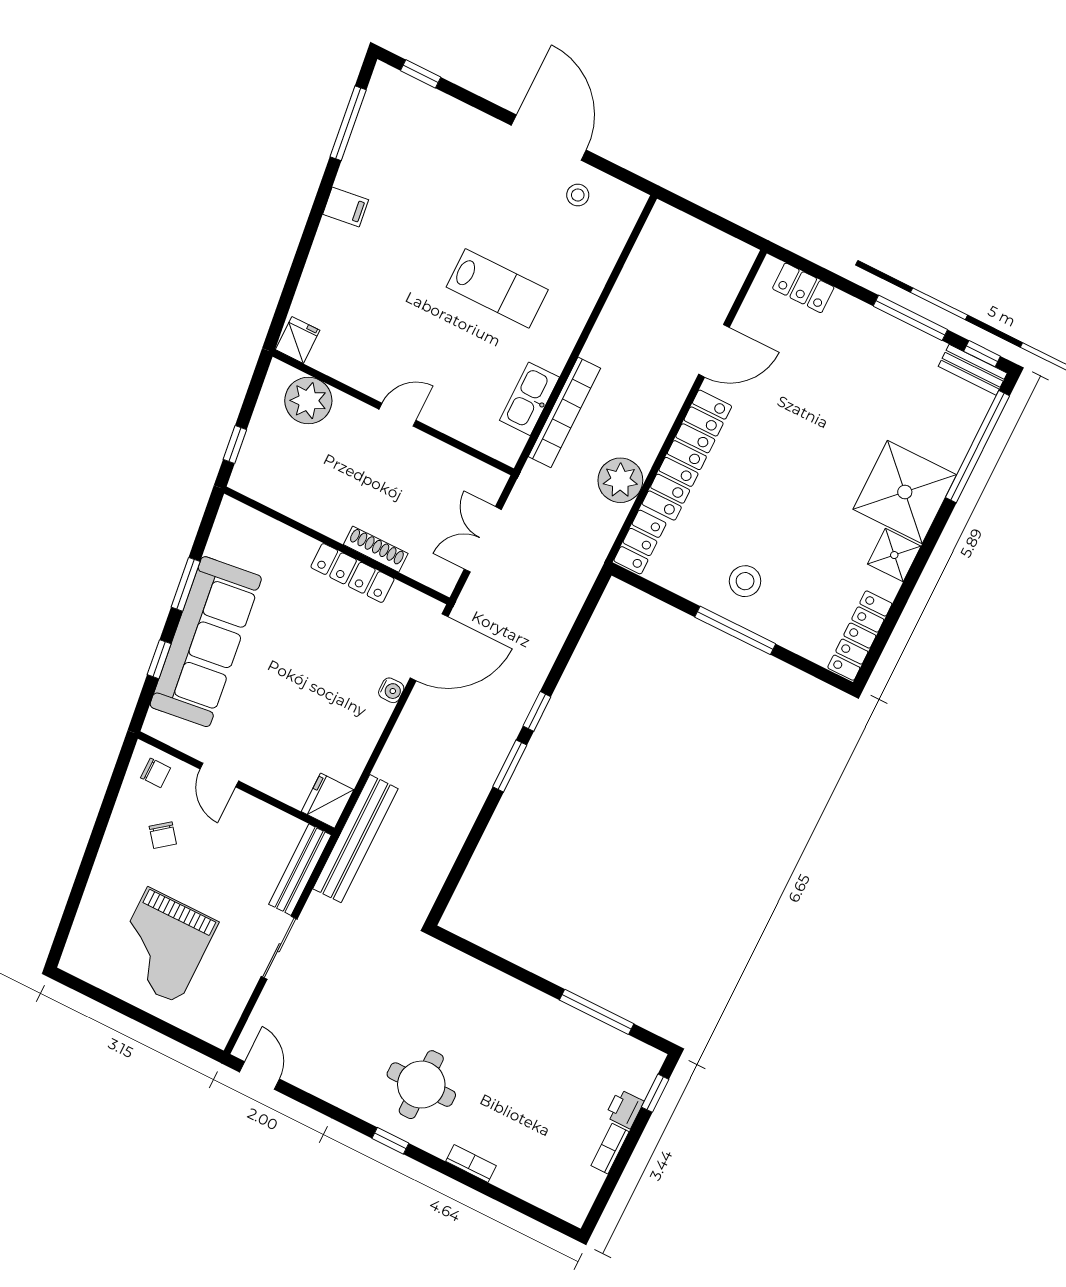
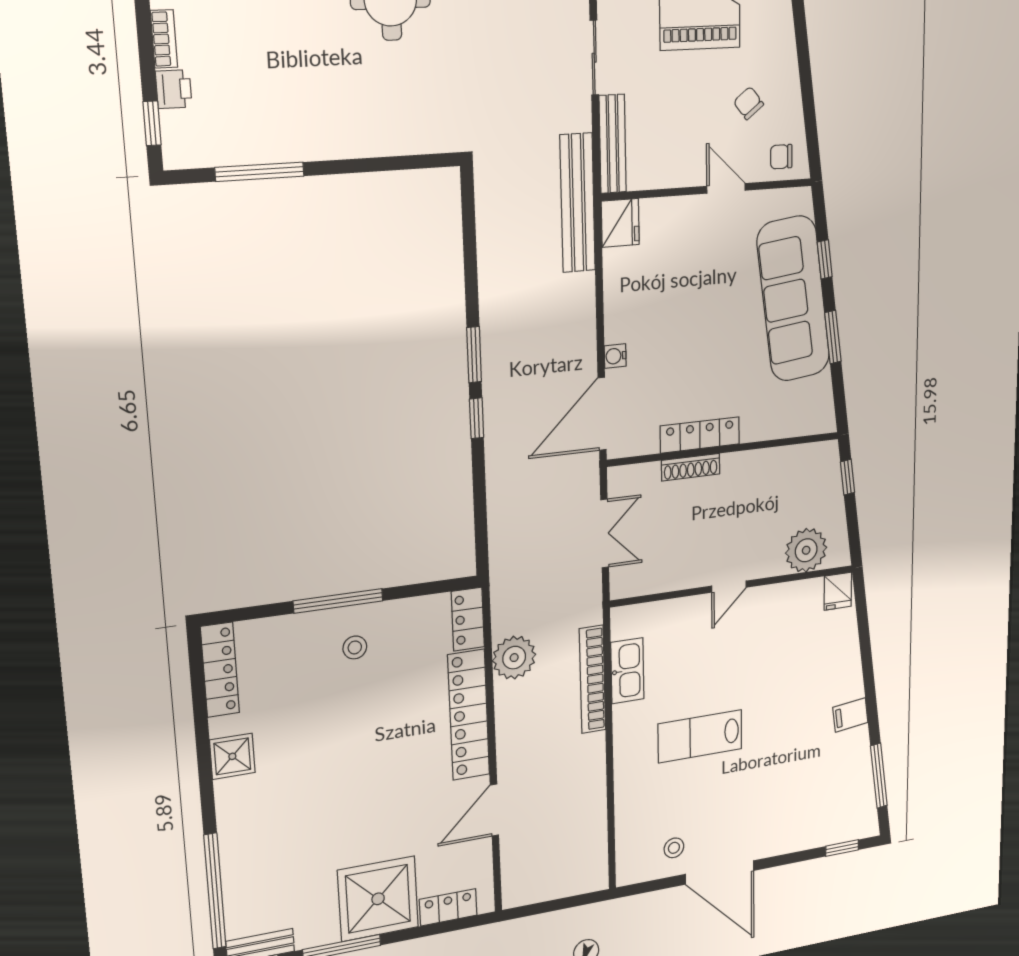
shower: (905, 492) -> (378, 899), moved
stool: (745, 581) -> (355, 647), width x0.73, depth x0.73

